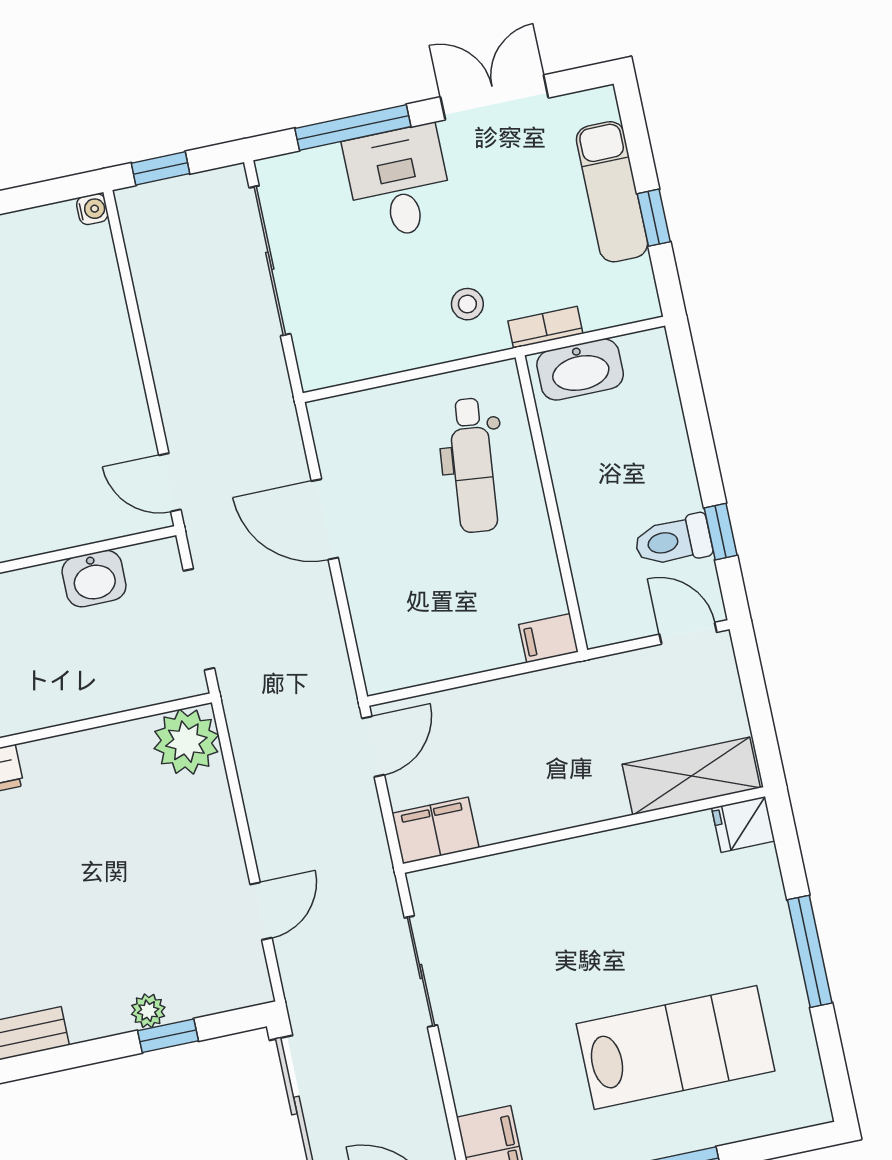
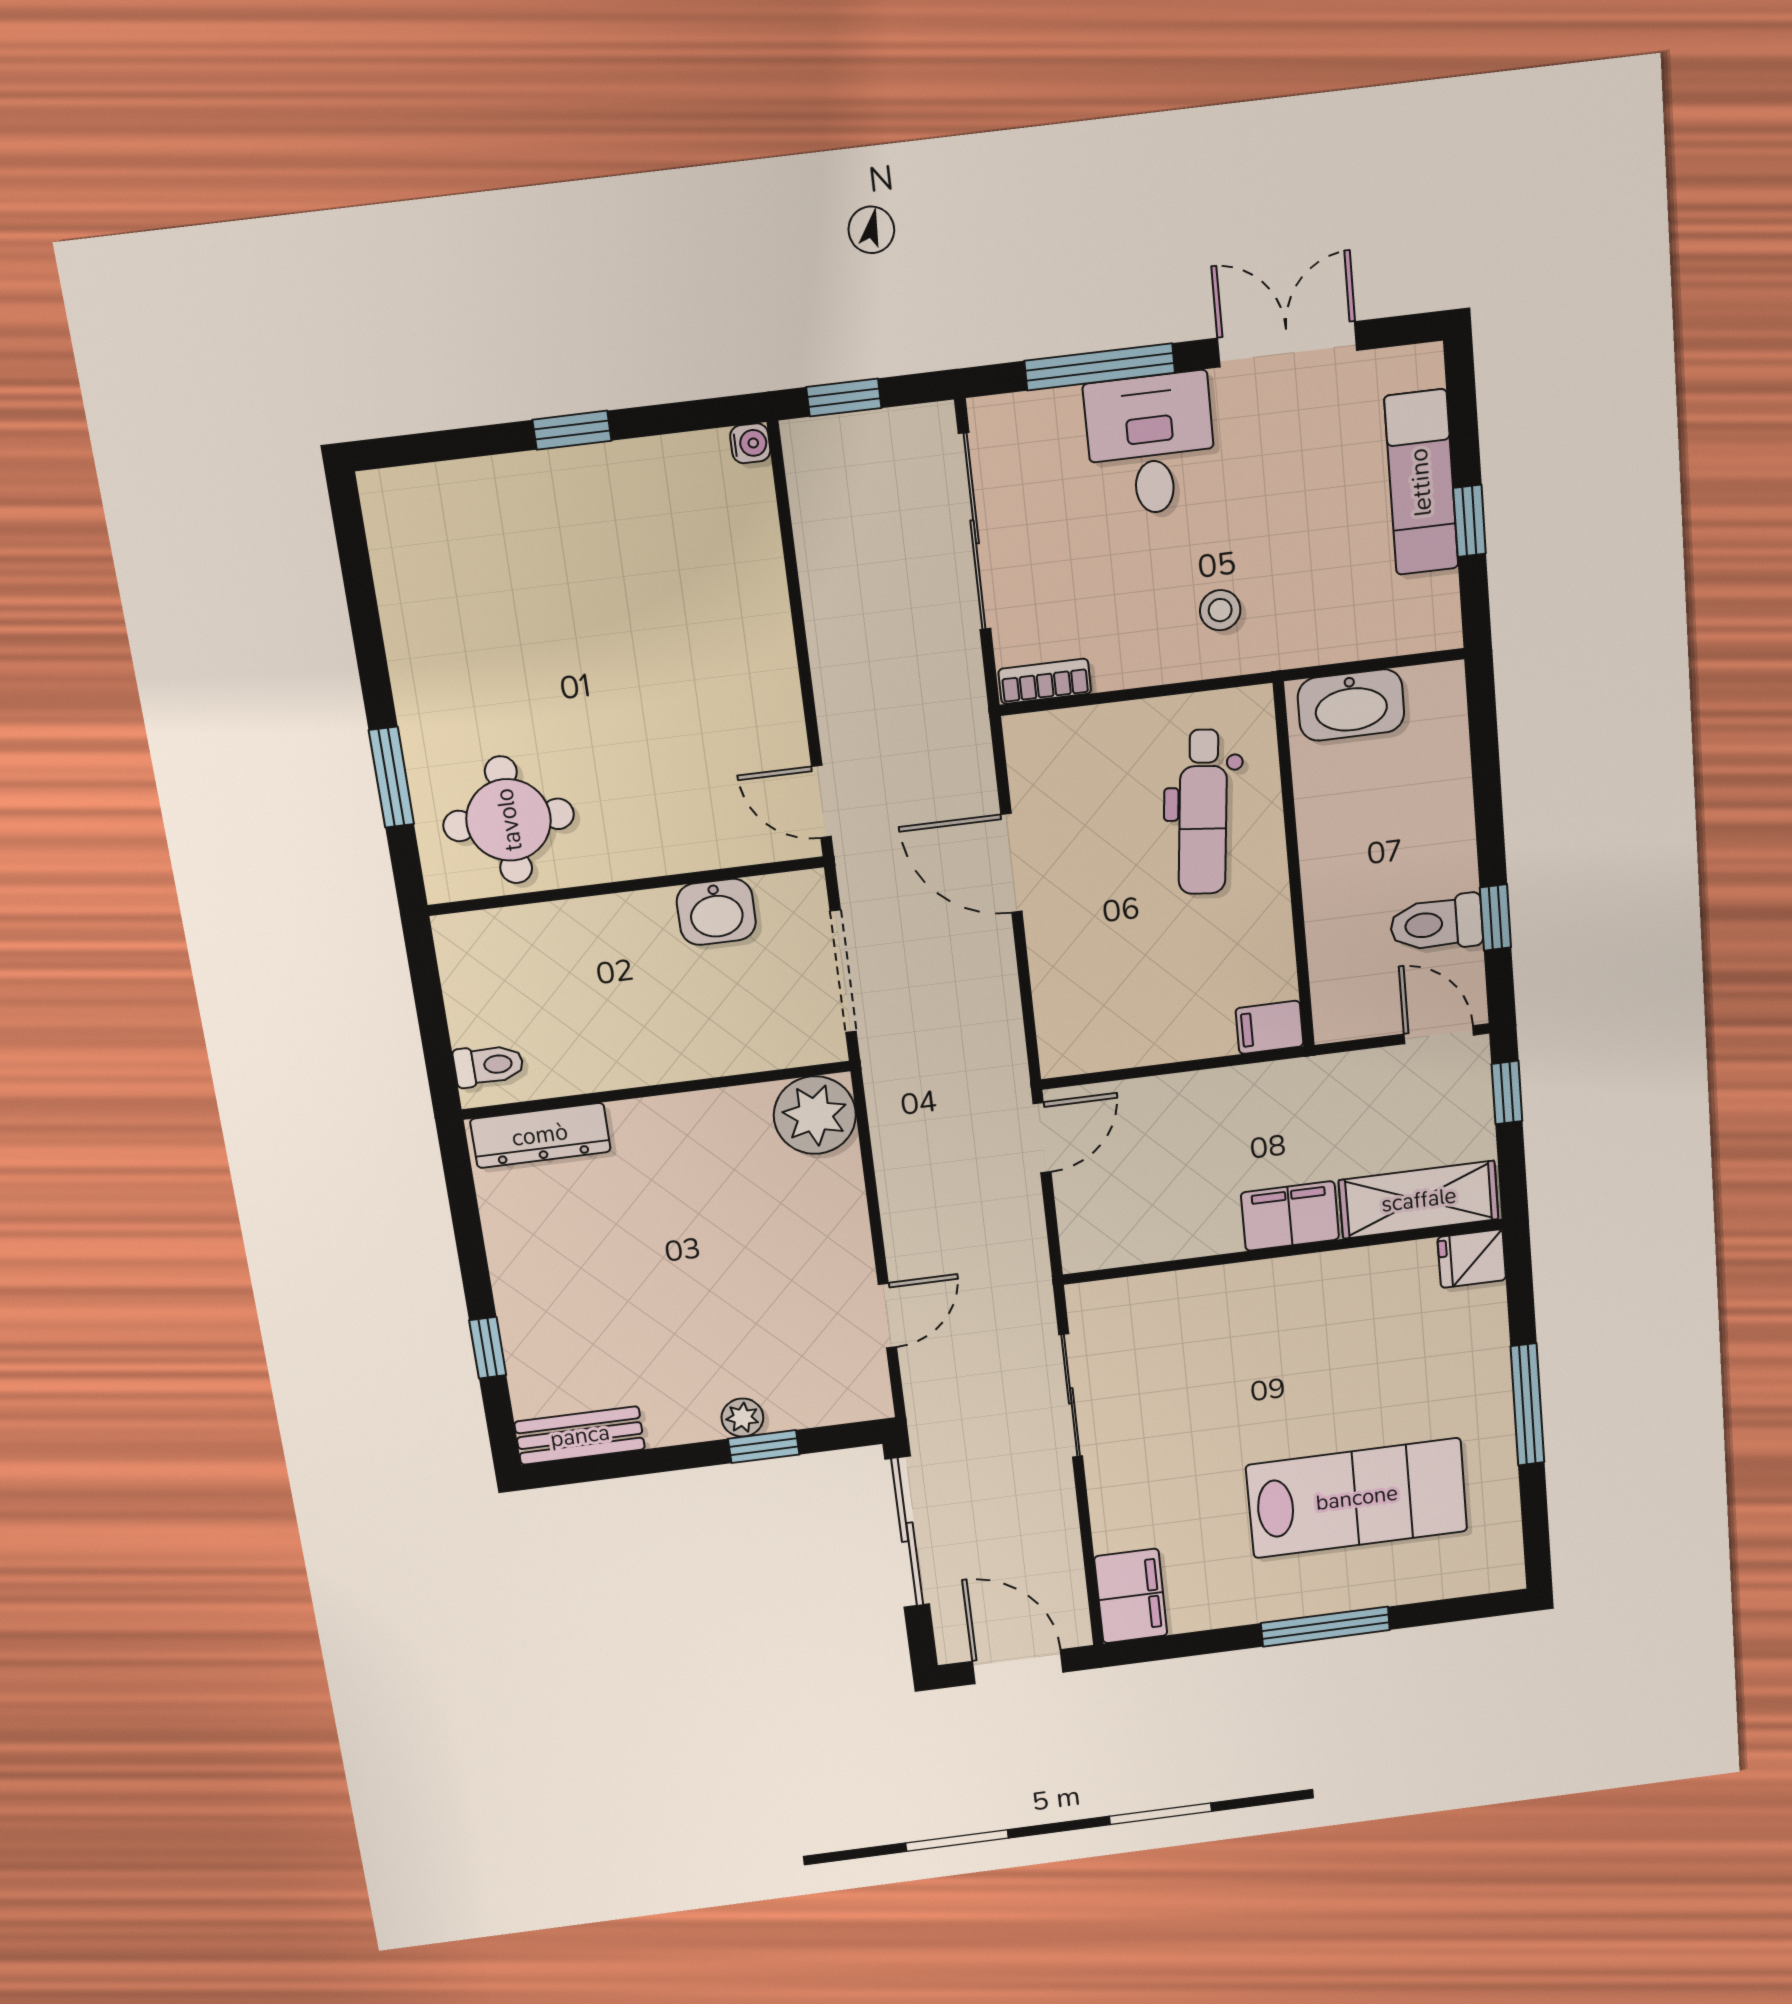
bookcase: (545, 327) -> (1045, 681), moved
window: (752, 678) -> (1507, 1093), added
filing cabinet: (435, 830) -> (1290, 1216), moved

